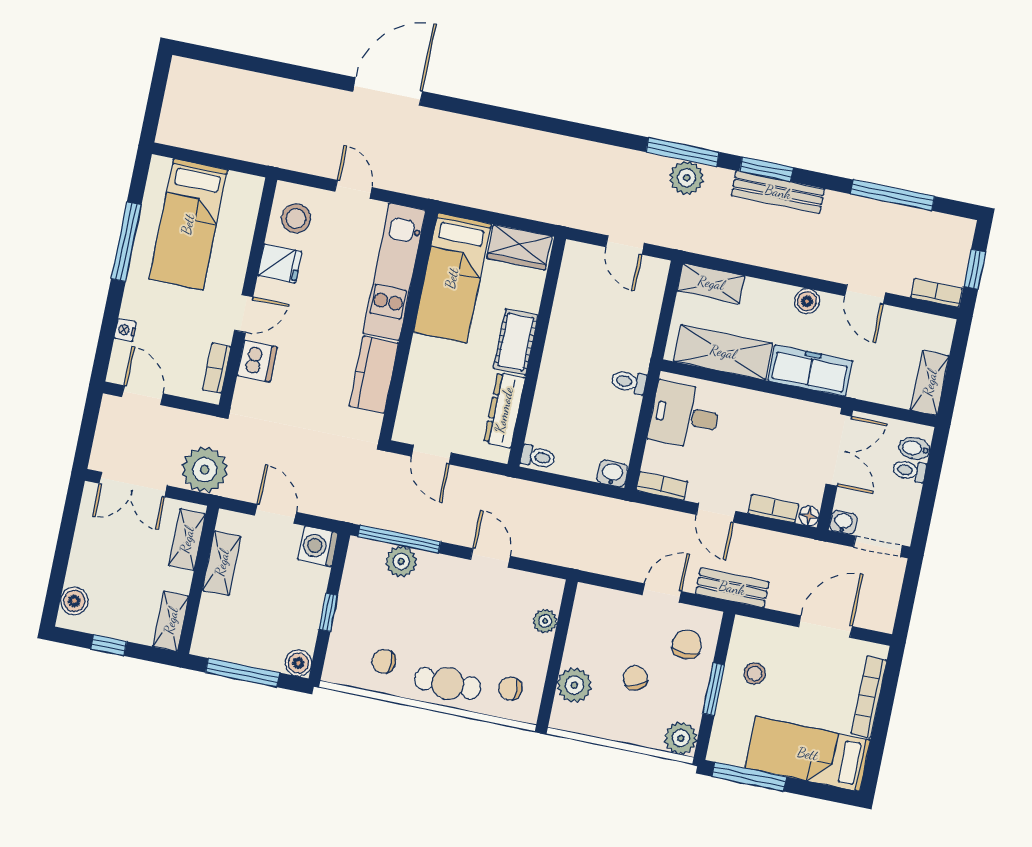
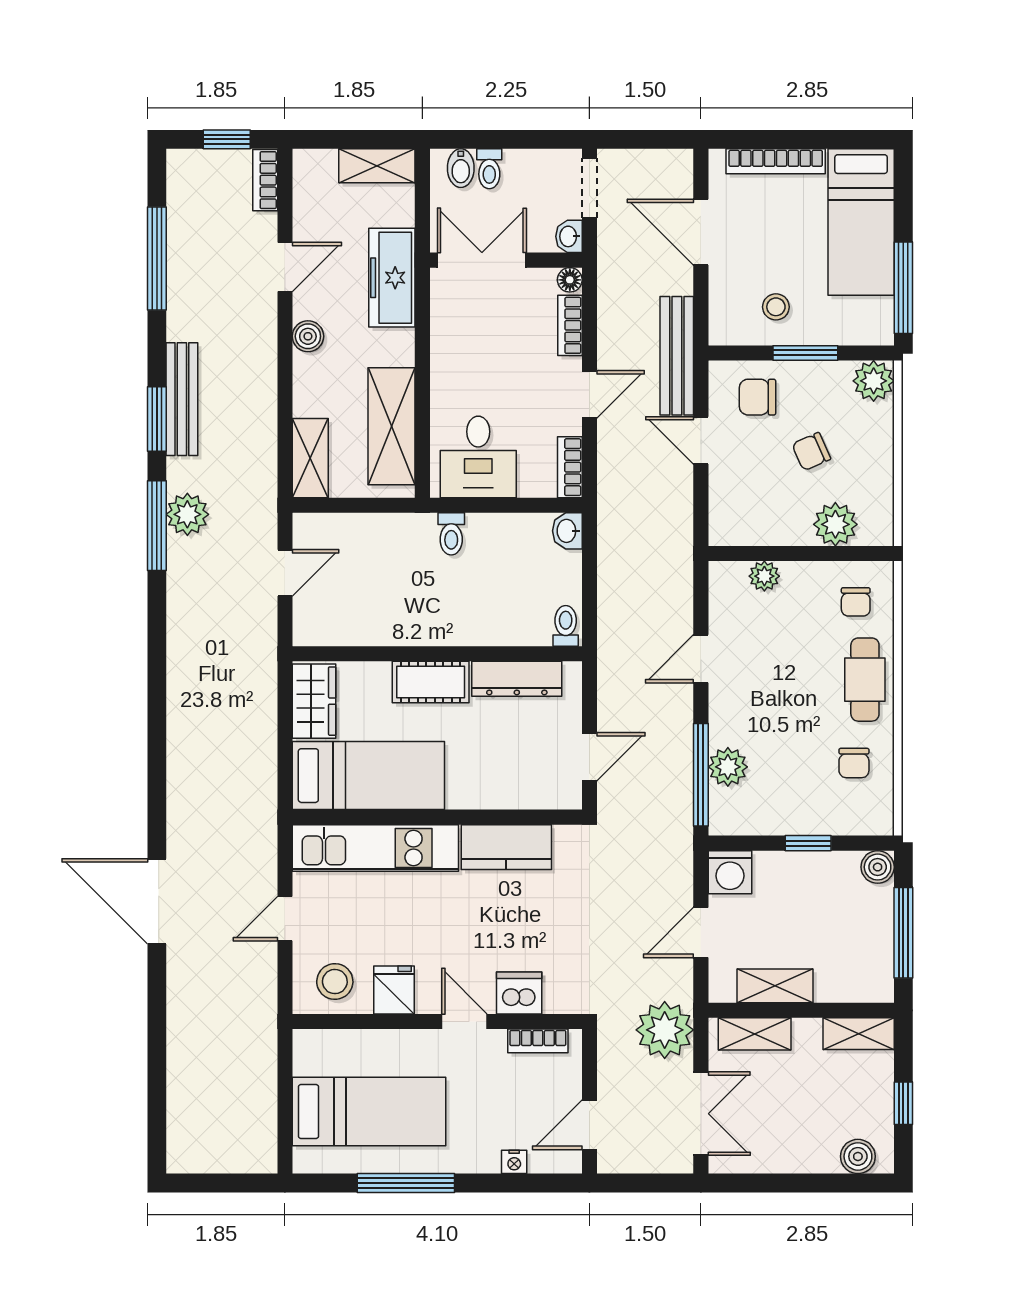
freezer: (810, 371) -> (392, 278), moved
bench: (732, 588) -> (677, 356), width x1.36

